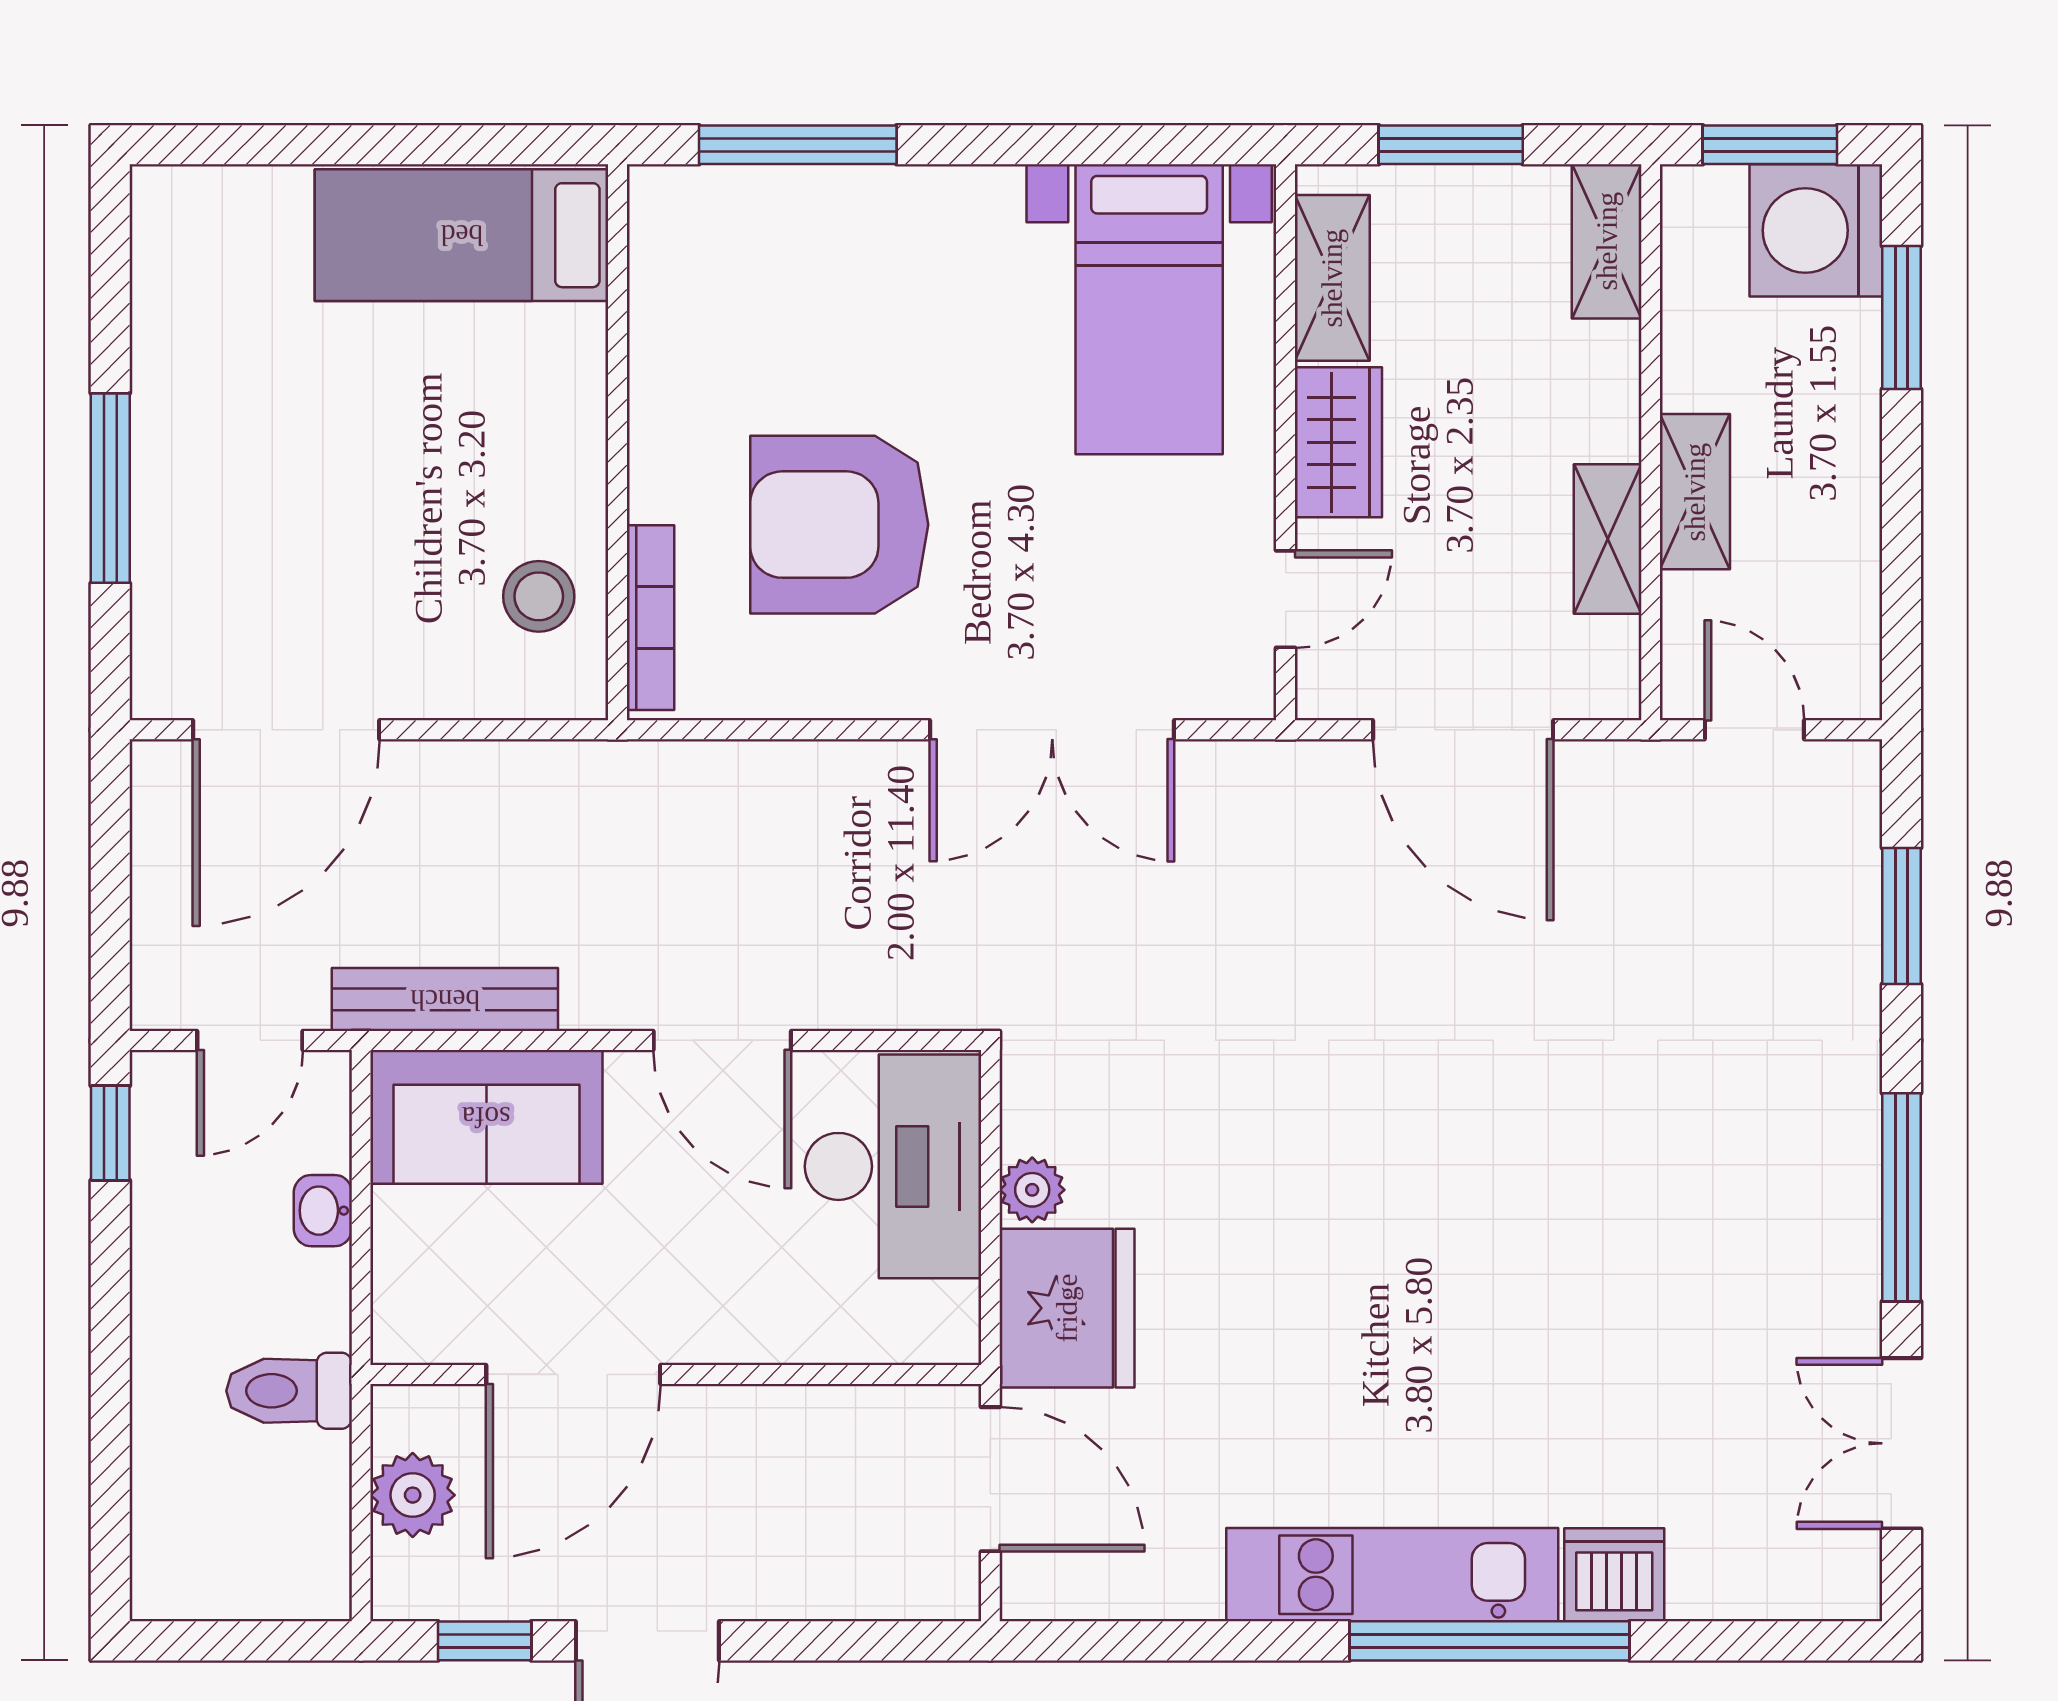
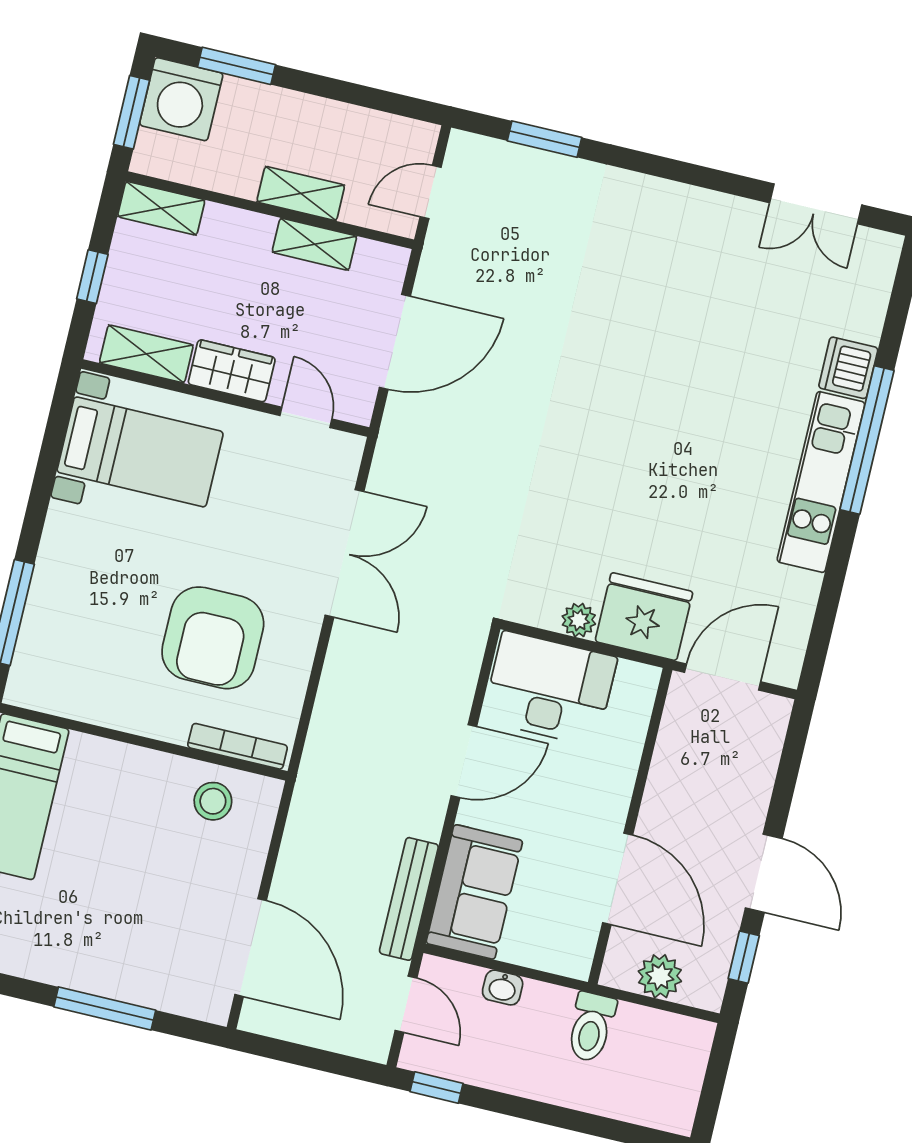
window: (1451, 145) -> (92, 277), width x0.67
window: (1901, 1197) -> (689, 174), removed

